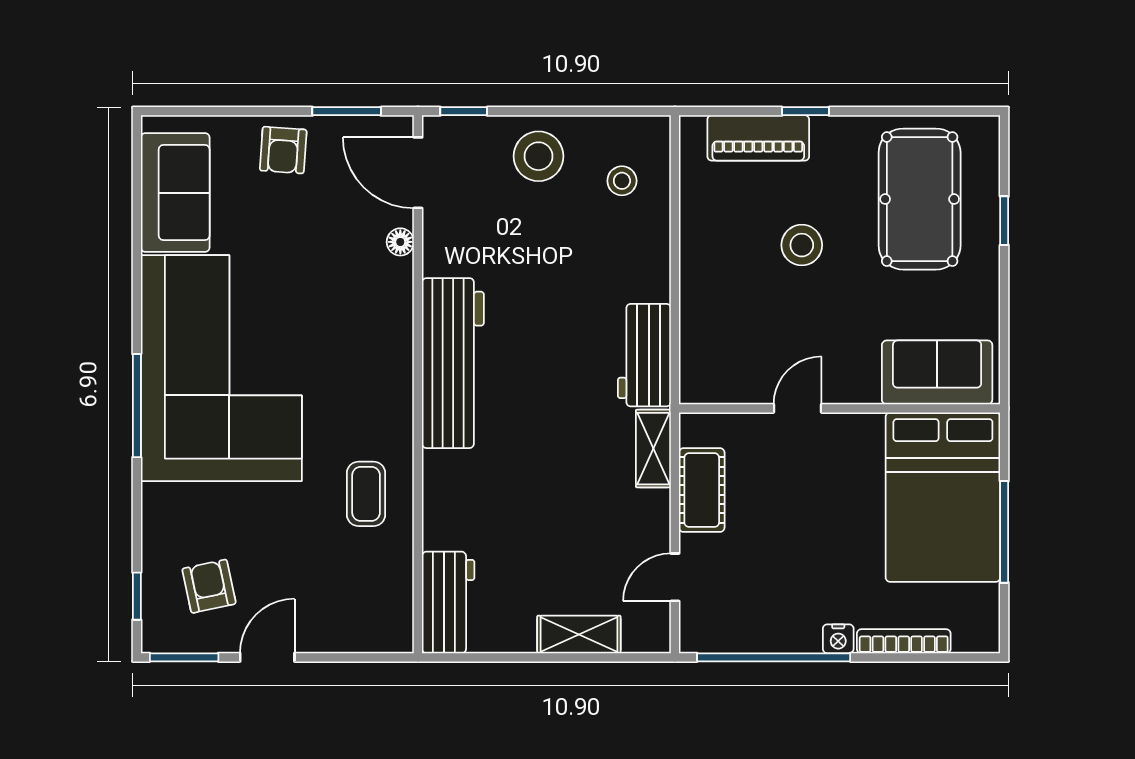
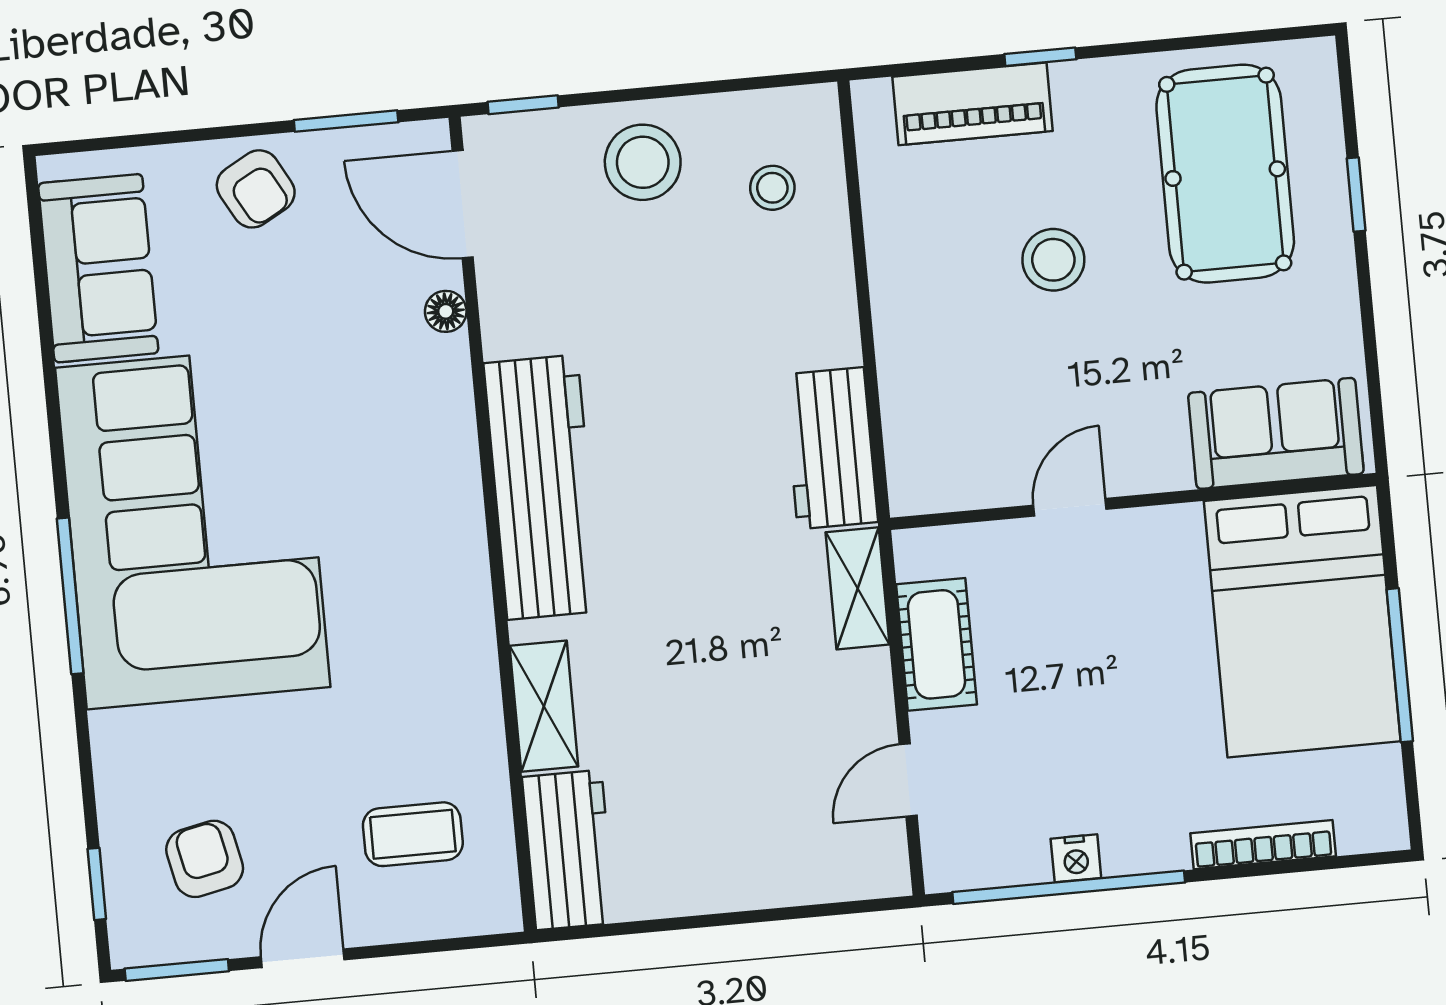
armchair: (283, 150) -> (256, 189), turned -33
coffee table: (366, 494) -> (413, 834), moved, turned 90
shelving: (579, 634) -> (544, 706), moved, turned 90
nightstand: (838, 639) -> (1076, 858), moved

